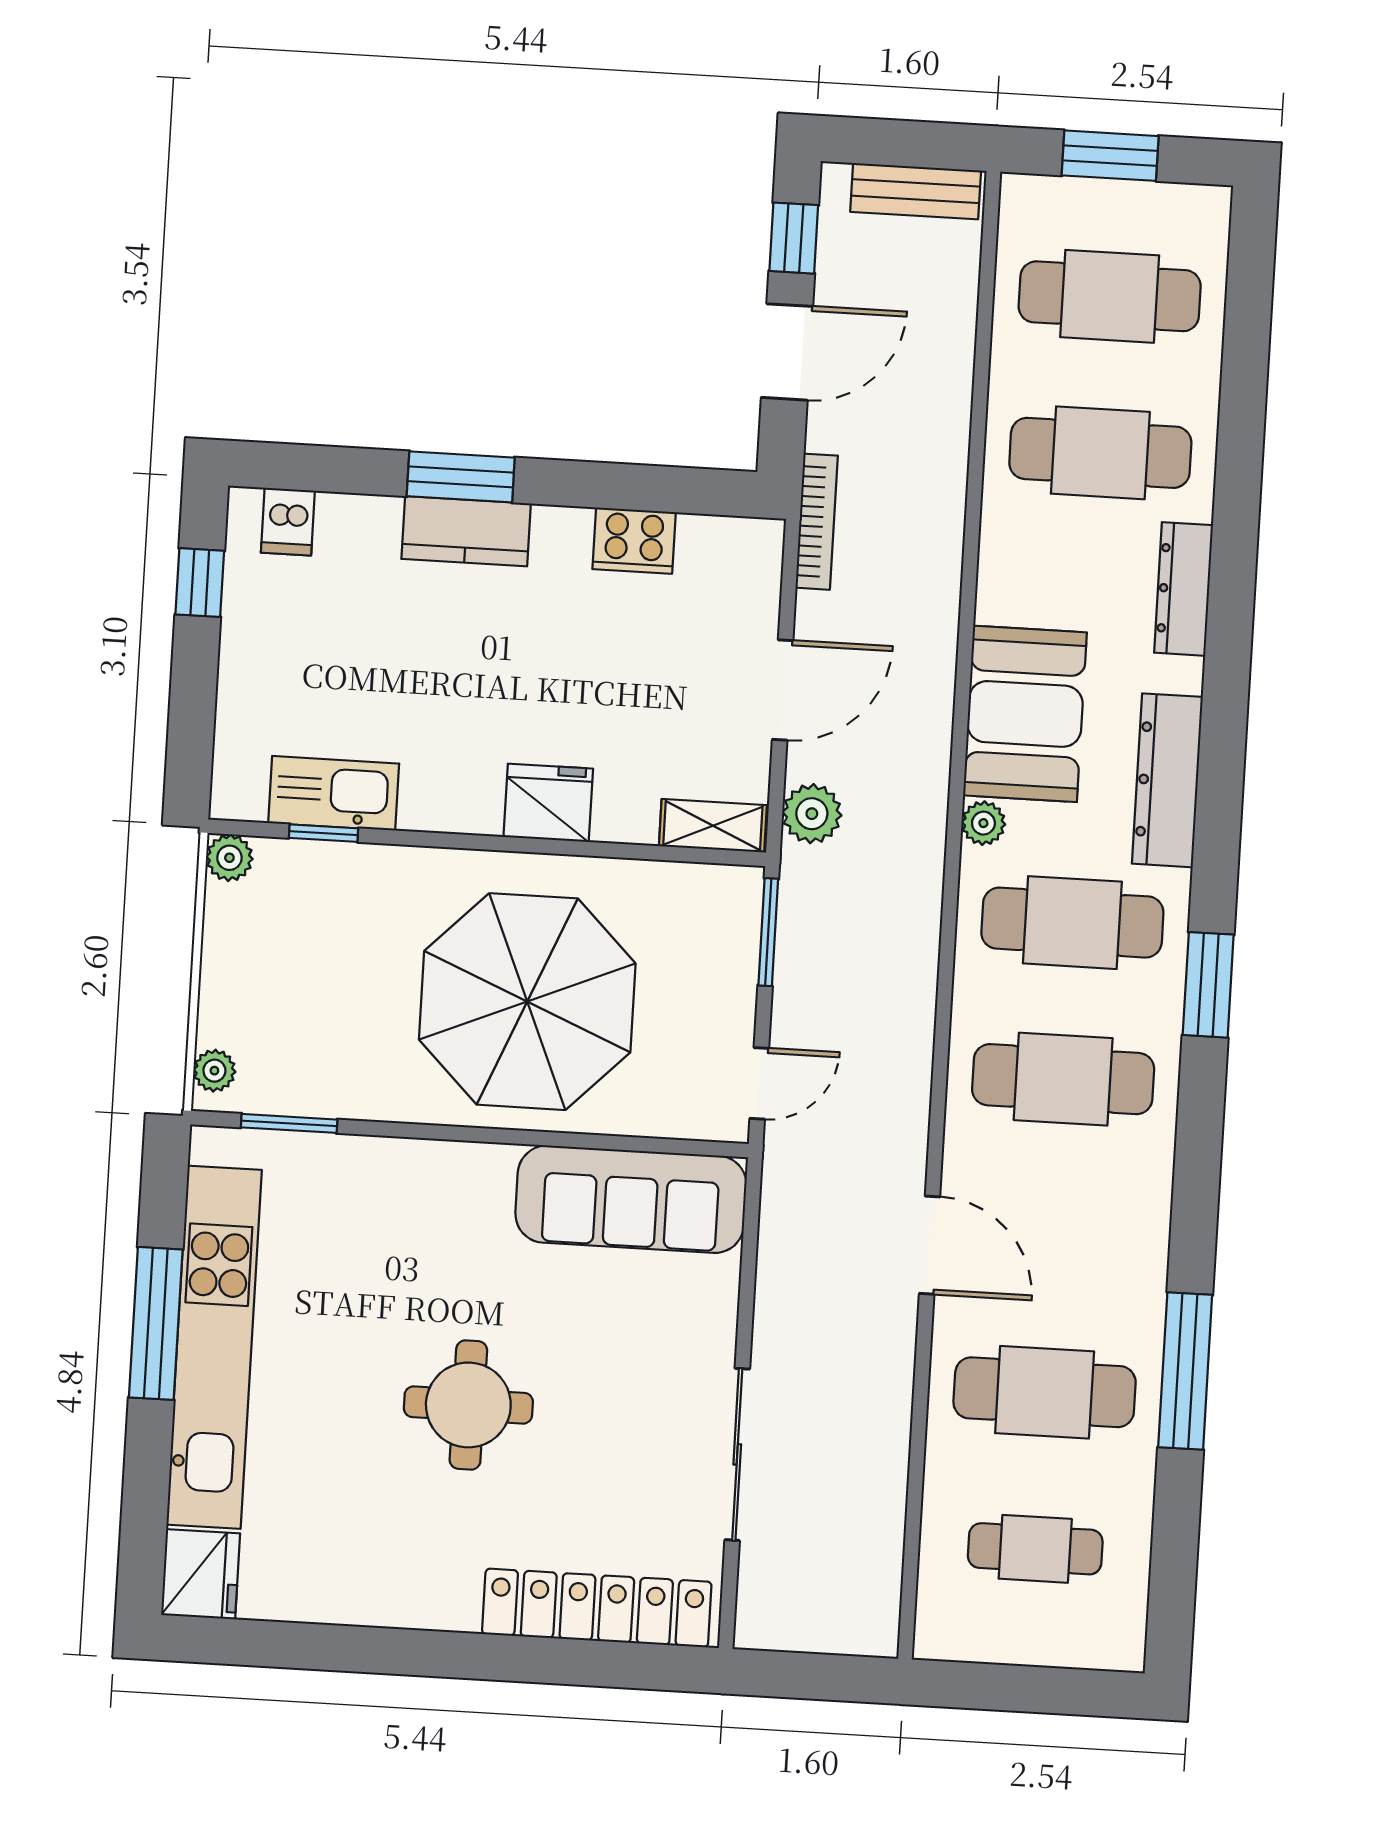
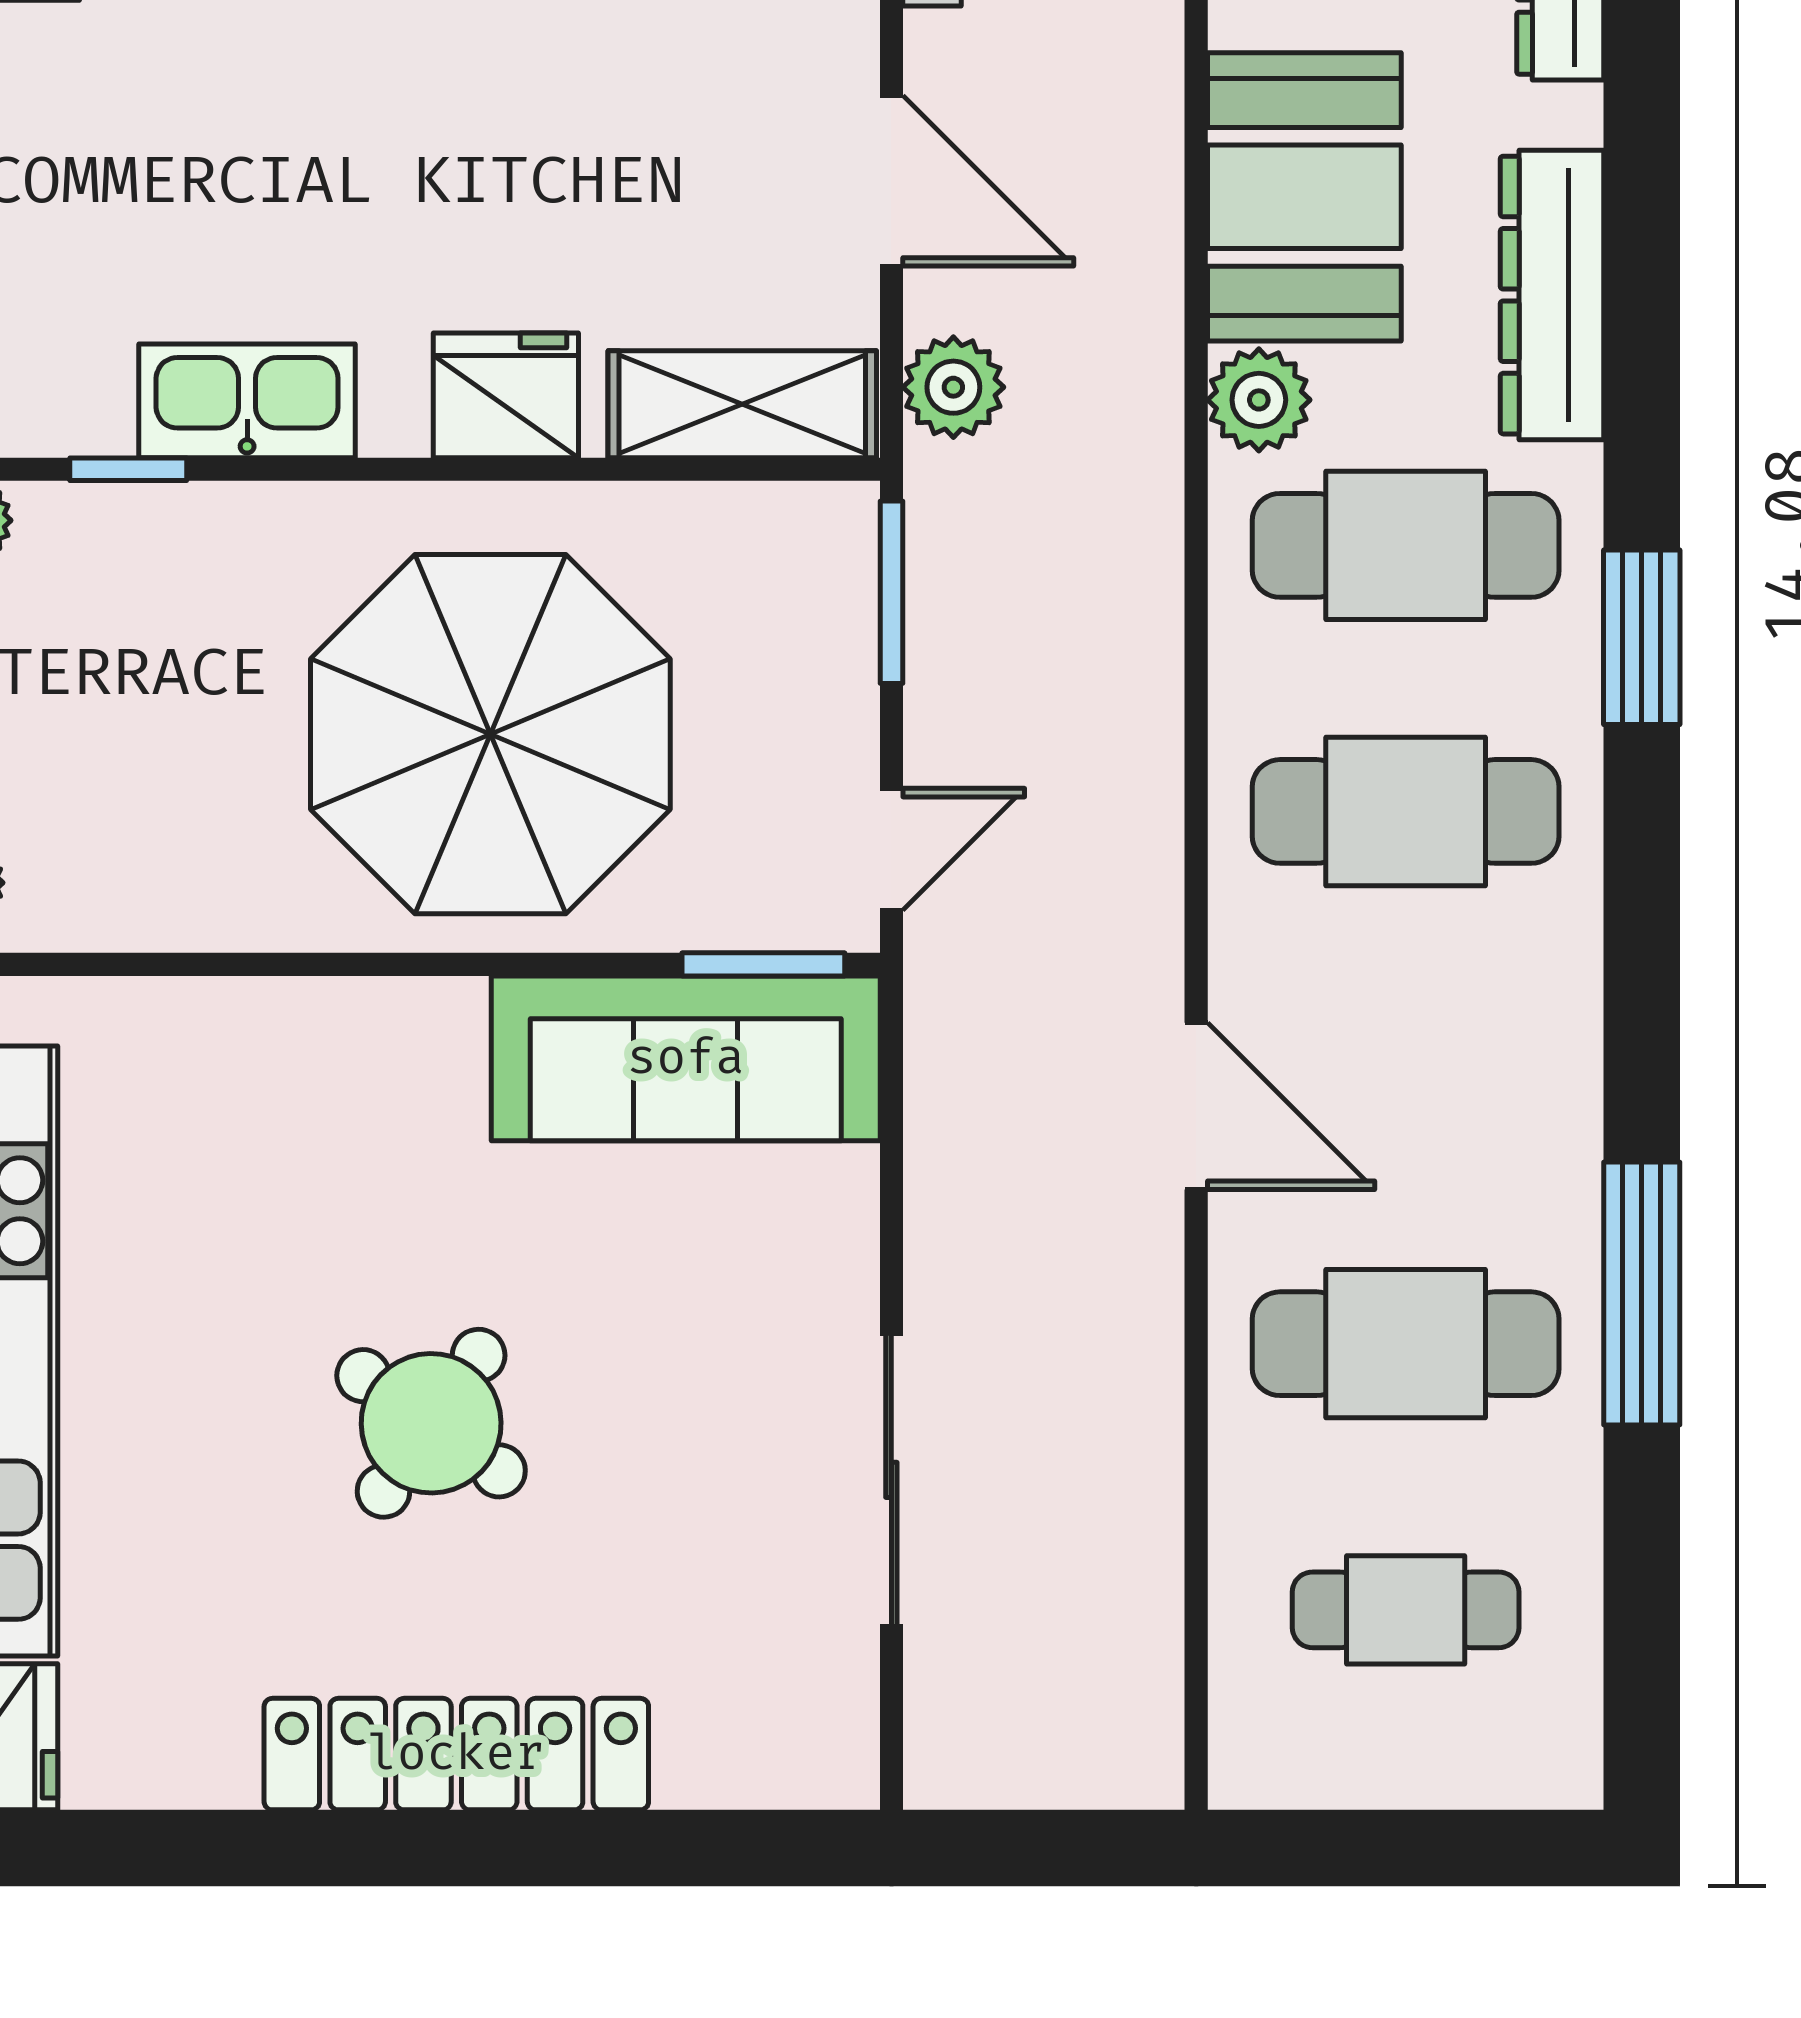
door: (783, 690) -> (891, 181), hinge flipped
kitchen sink: (334, 793) -> (247, 401), moved
plant: (983, 823) -> (1259, 400), width x1.38, depth x1.38
shelving: (713, 826) -> (742, 404), width x1.50, depth x1.33
window: (289, 1123) -> (763, 964), moved
round table: (468, 1405) -> (431, 1423), turned 35
locker: (597, 1608) -> (456, 1754), moved

